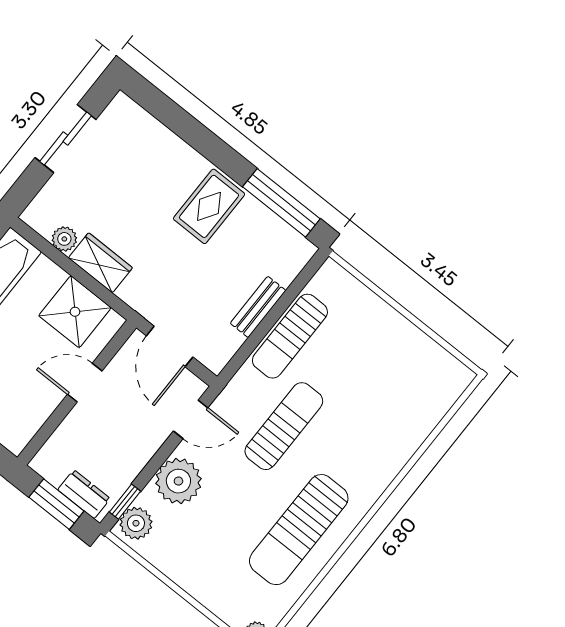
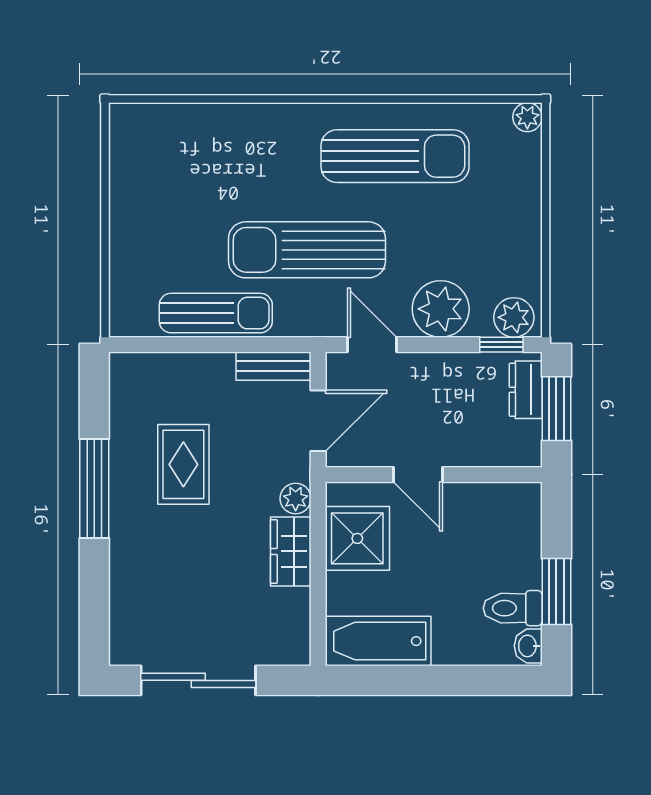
sliding door: (65, 139) -> (198, 680), width x1.37
window: (281, 203) -> (94, 489), moved
rug: (209, 206) -> (183, 464), moved, turned 90
plant: (64, 239) -> (296, 499), moved
bench: (258, 307) -> (273, 366), moved
sun lounger: (284, 426) -> (307, 250), width x1.36, depth x1.34

